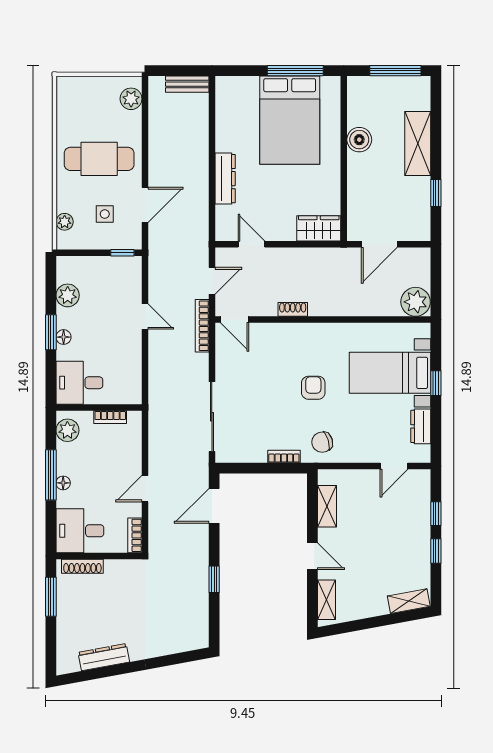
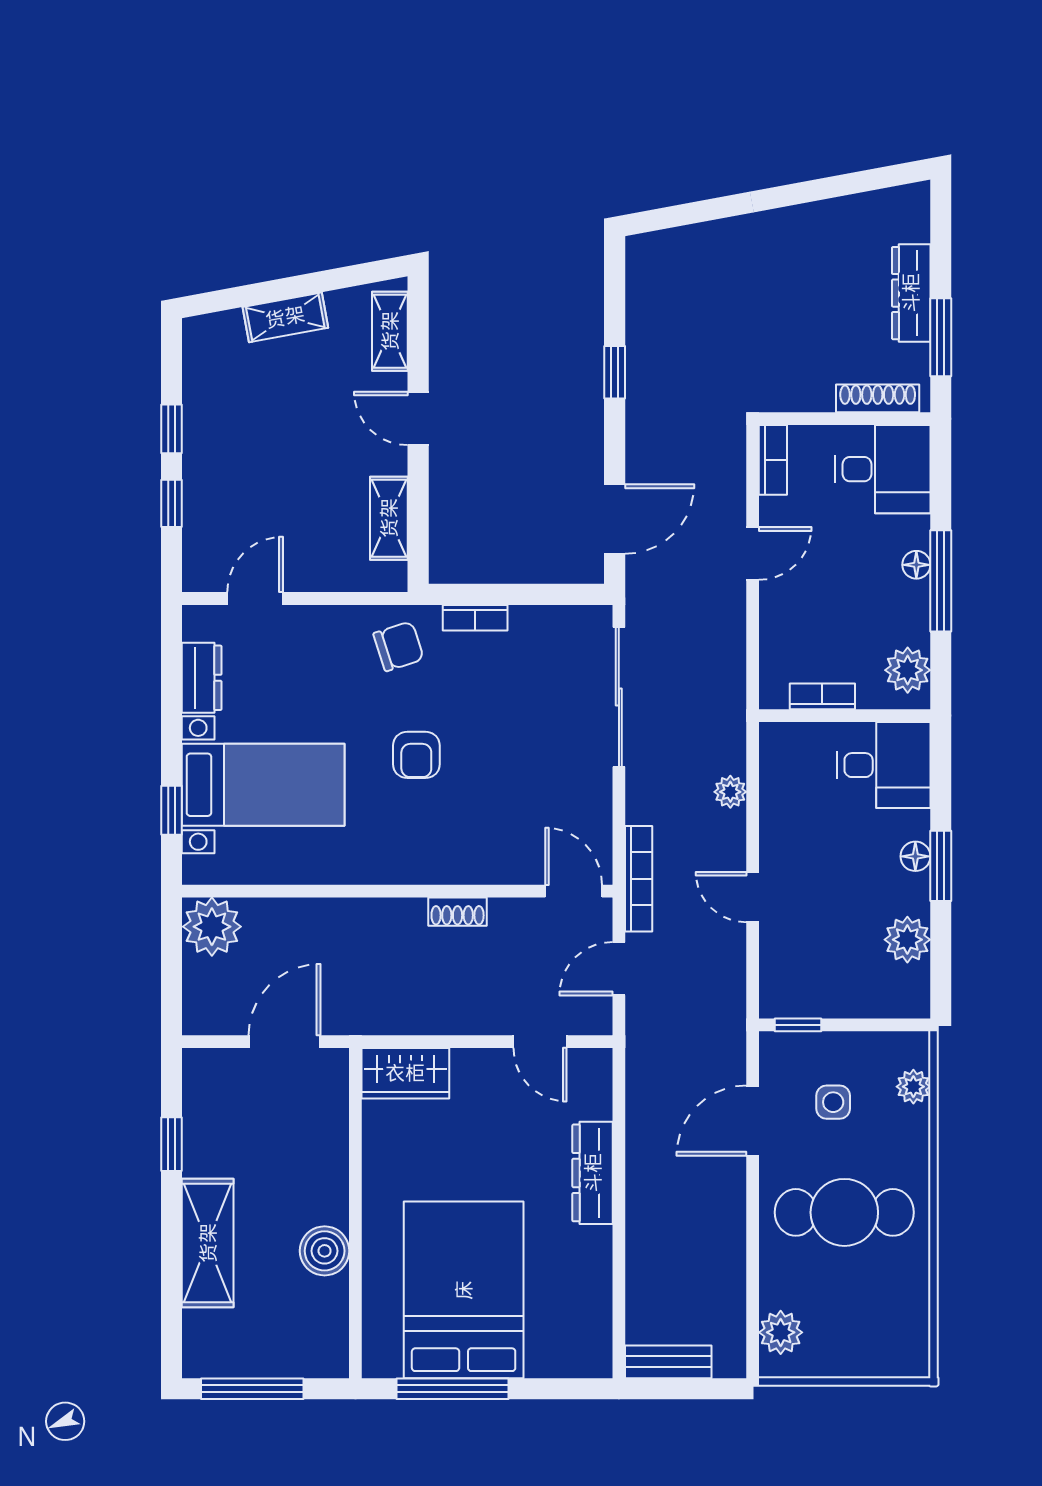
plant: (156, 369) -> (730, 792), added
window: (436, 383) -> (171, 810), moved
shelving: (409, 601) -> (285, 317), moved
dresser: (104, 657) -> (911, 293), moved, turned 100

